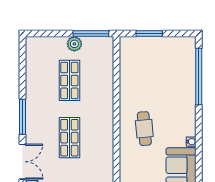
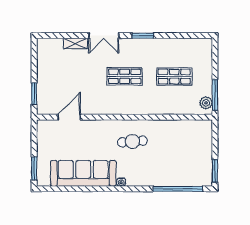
window: (149, 34) -> (215, 171), moved
plant: (74, 44) -> (206, 103), moved
window: (22, 117) -> (143, 36), width x0.69

